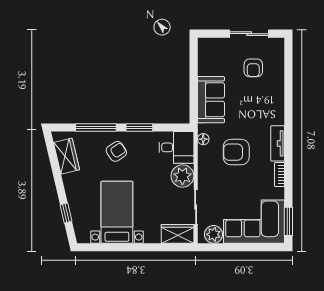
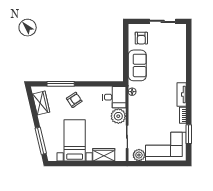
armchair: (253, 68) -> (141, 38), moved
window: (139, 127) -> (90, 84), removed
armchair: (236, 152) -> (154, 100), removed
window: (66, 213) -> (41, 141), width x2.17
window: (288, 221) -> (189, 134), moved
wardrobe: (178, 234) -> (104, 155), moved

